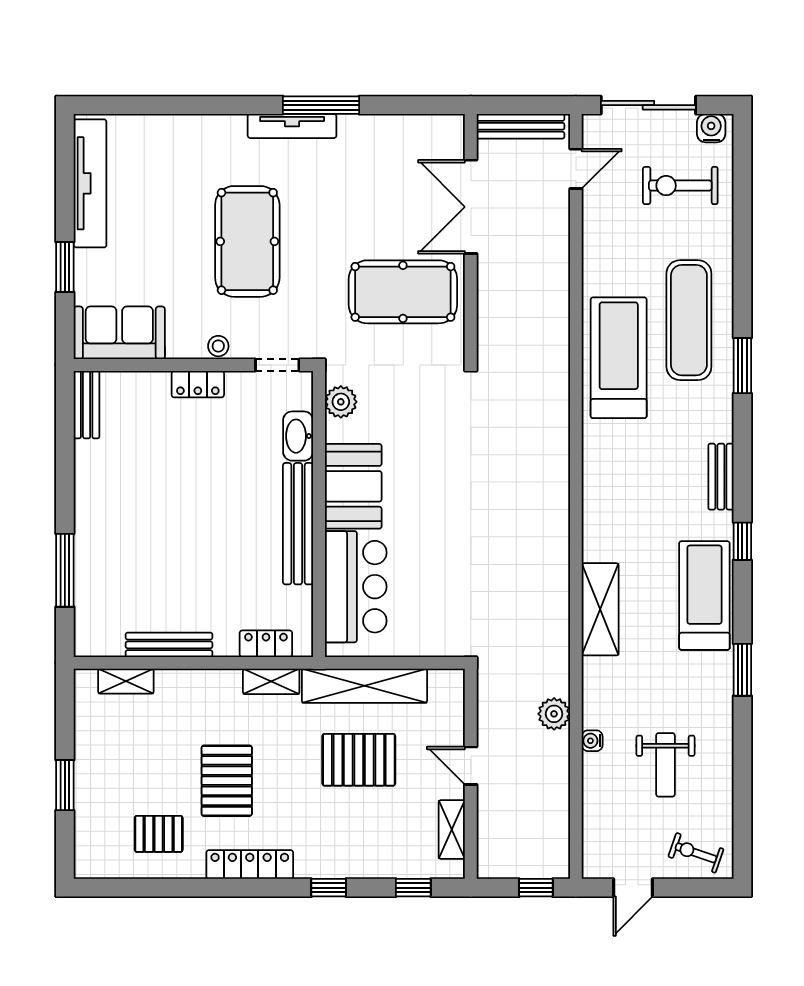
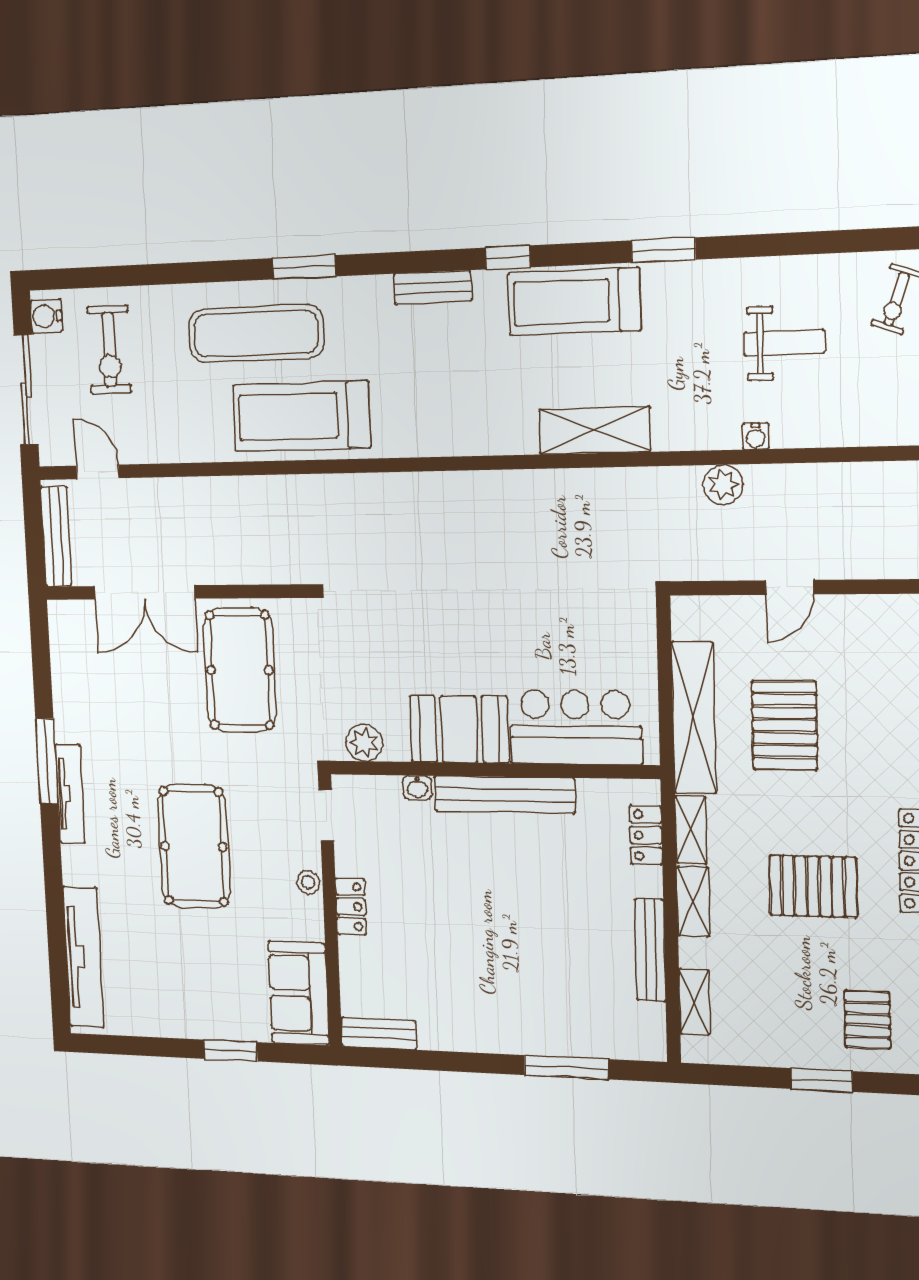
tv unit: (90, 183) -> (83, 957), moved, turned 90
pool table: (247, 241) -> (194, 846), turned 90
washbasin: (298, 436) -> (417, 788), width x0.52, depth x0.69
shelving: (452, 830) -> (693, 901), moved, turned 90
pallet: (159, 834) -> (867, 1020), moved

